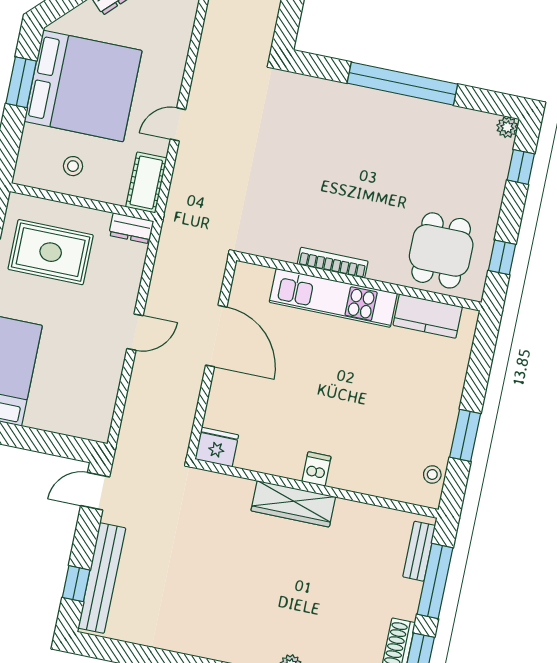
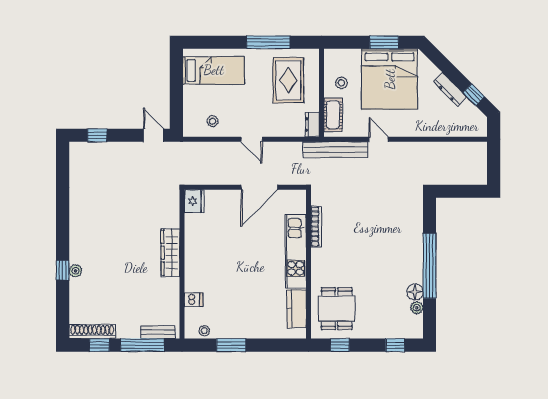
floor lamp: (440, 116) -> (415, 292), added
plant: (507, 127) -> (417, 308), moved
cot: (146, 182) -> (333, 115), moved, turned 90
dining table: (441, 250) -> (337, 309), turned 90
bookcase: (333, 263) -> (316, 226), moved
stool: (92, 390) -> (213, 121), added
dishwasher: (316, 469) -> (194, 300), moved
bench: (102, 578) -> (335, 150), moved

